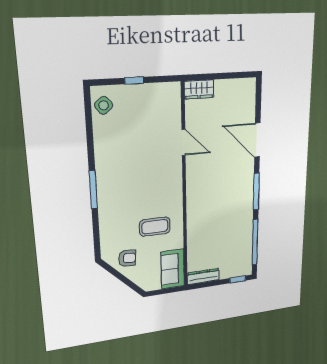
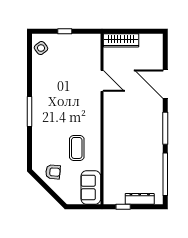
wardrobe: (199, 89) -> (121, 40), width x1.50
coffee table: (155, 227) -> (77, 148), turned 90
dresser: (203, 277) -> (140, 199), moved
window: (238, 279) -> (123, 207), moved

